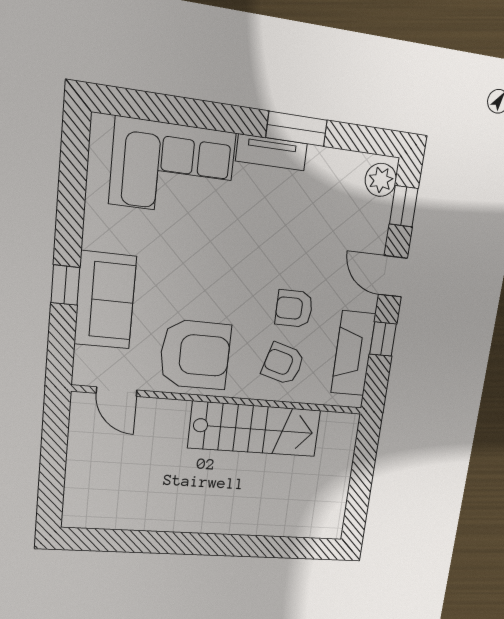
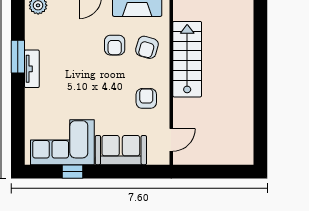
corner sofa: (172, 168) -> (62, 142), moved, turned -90
window: (65, 285) -> (73, 172), moved
armchair: (195, 355) -> (146, 98), width x0.53, depth x0.53

